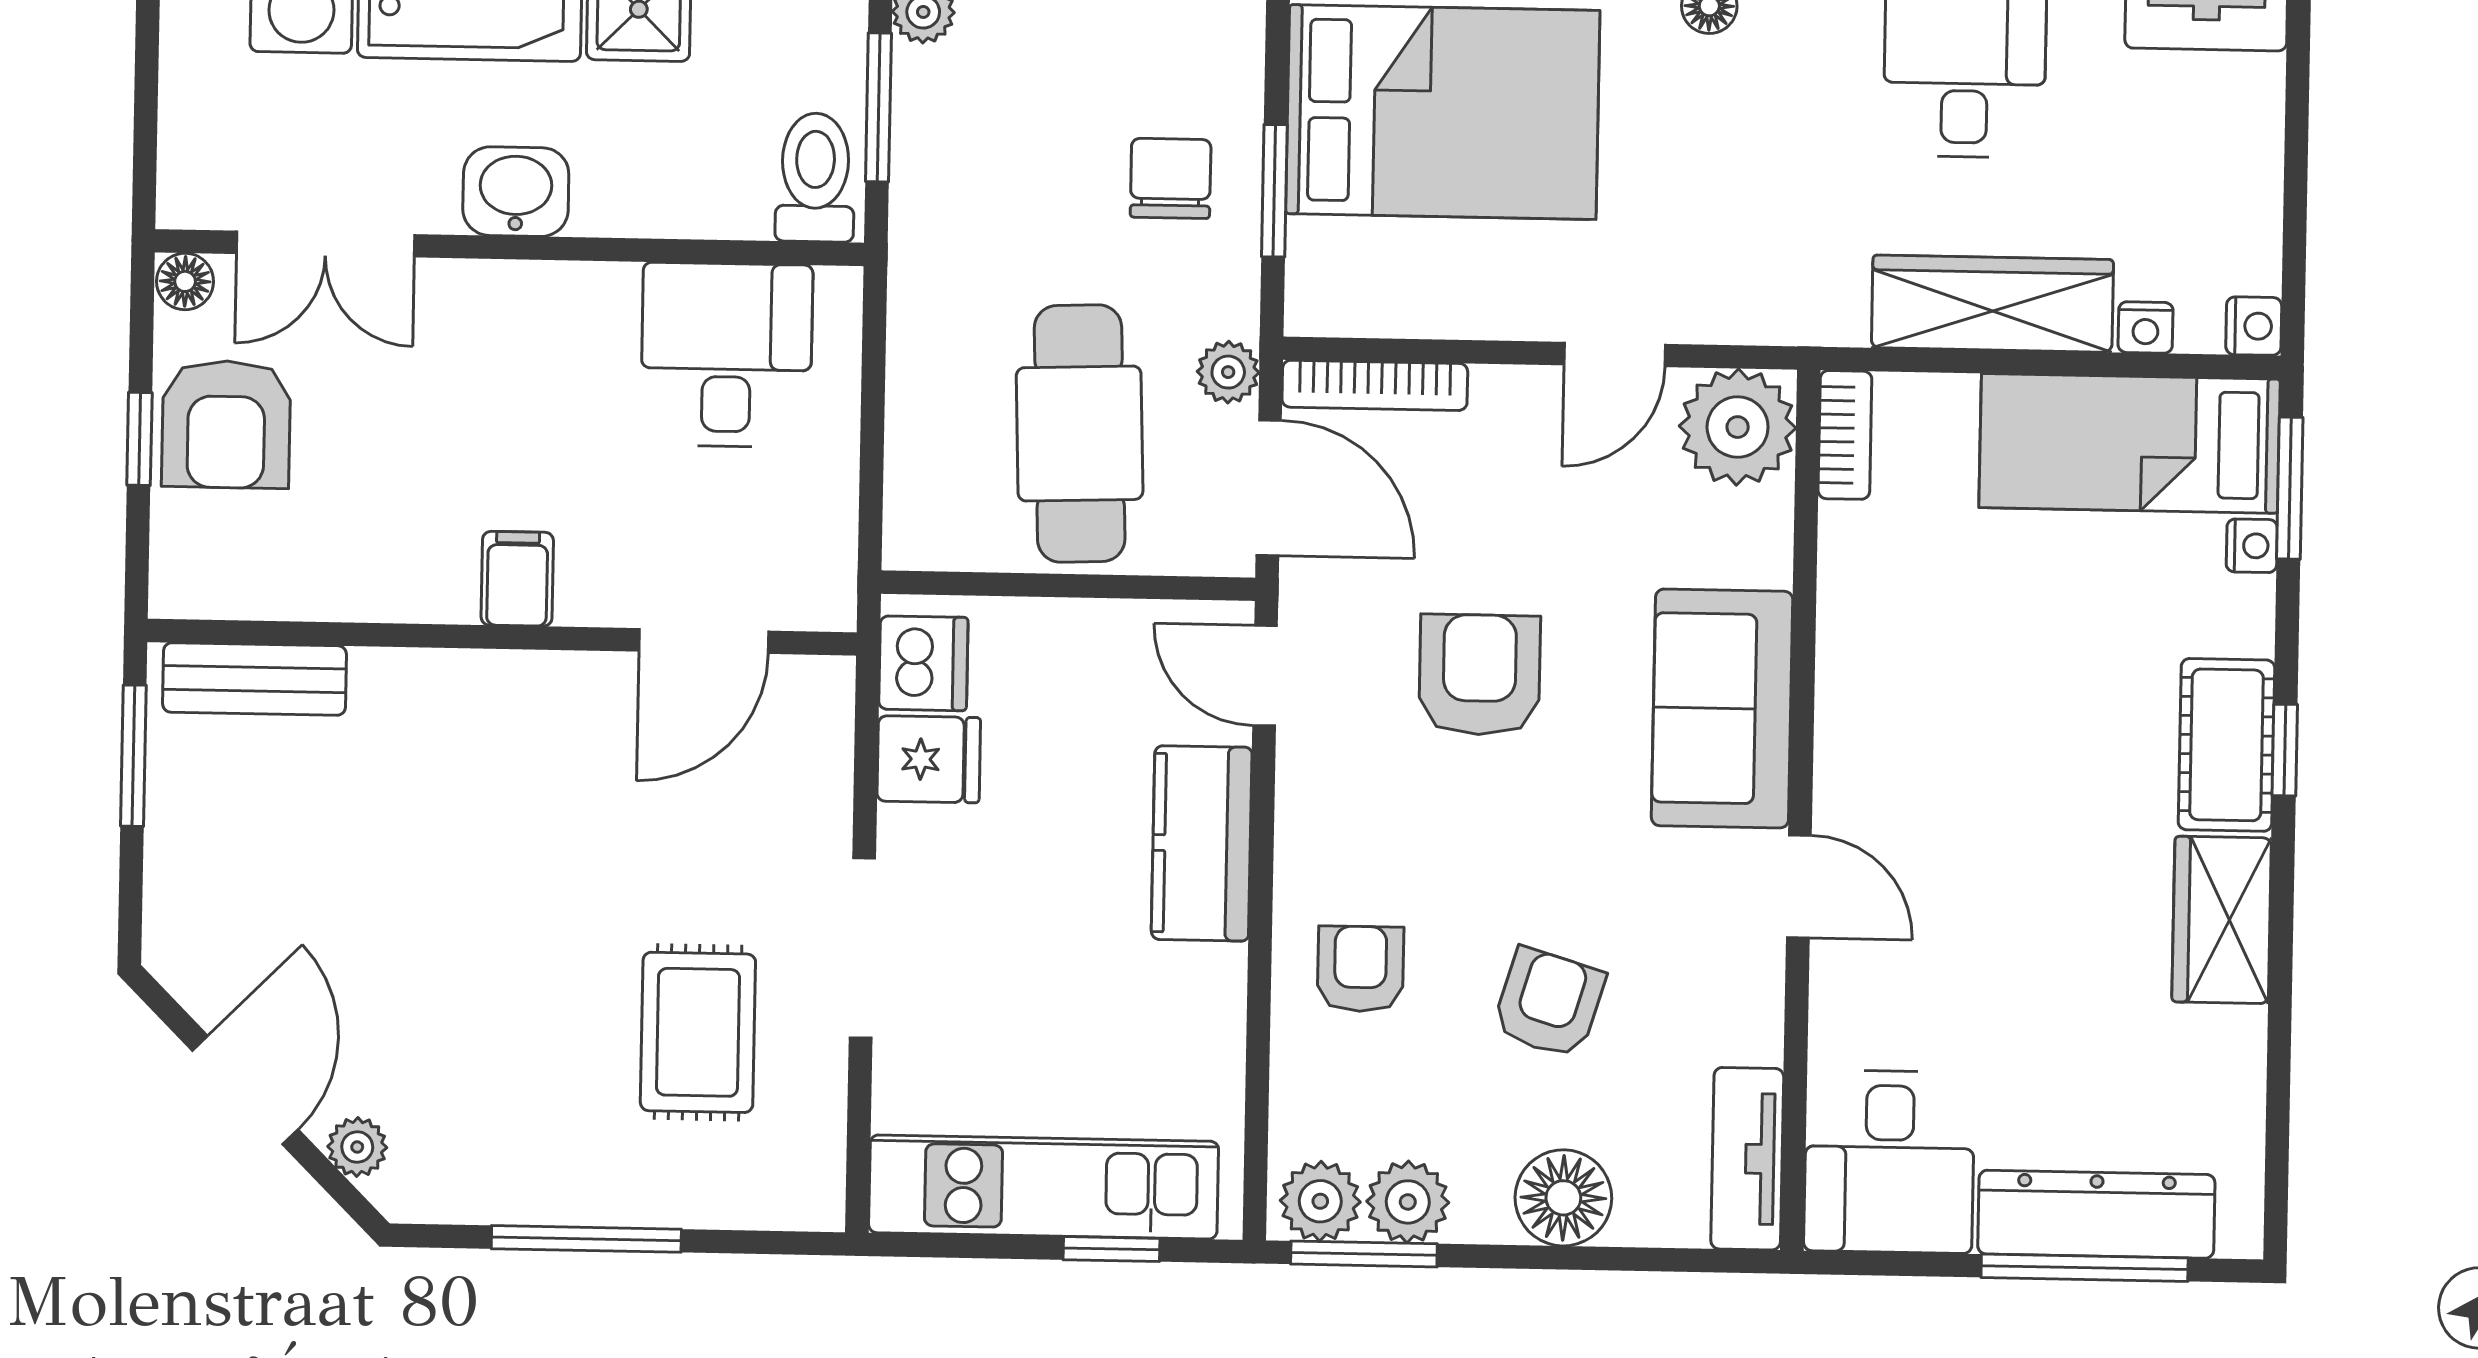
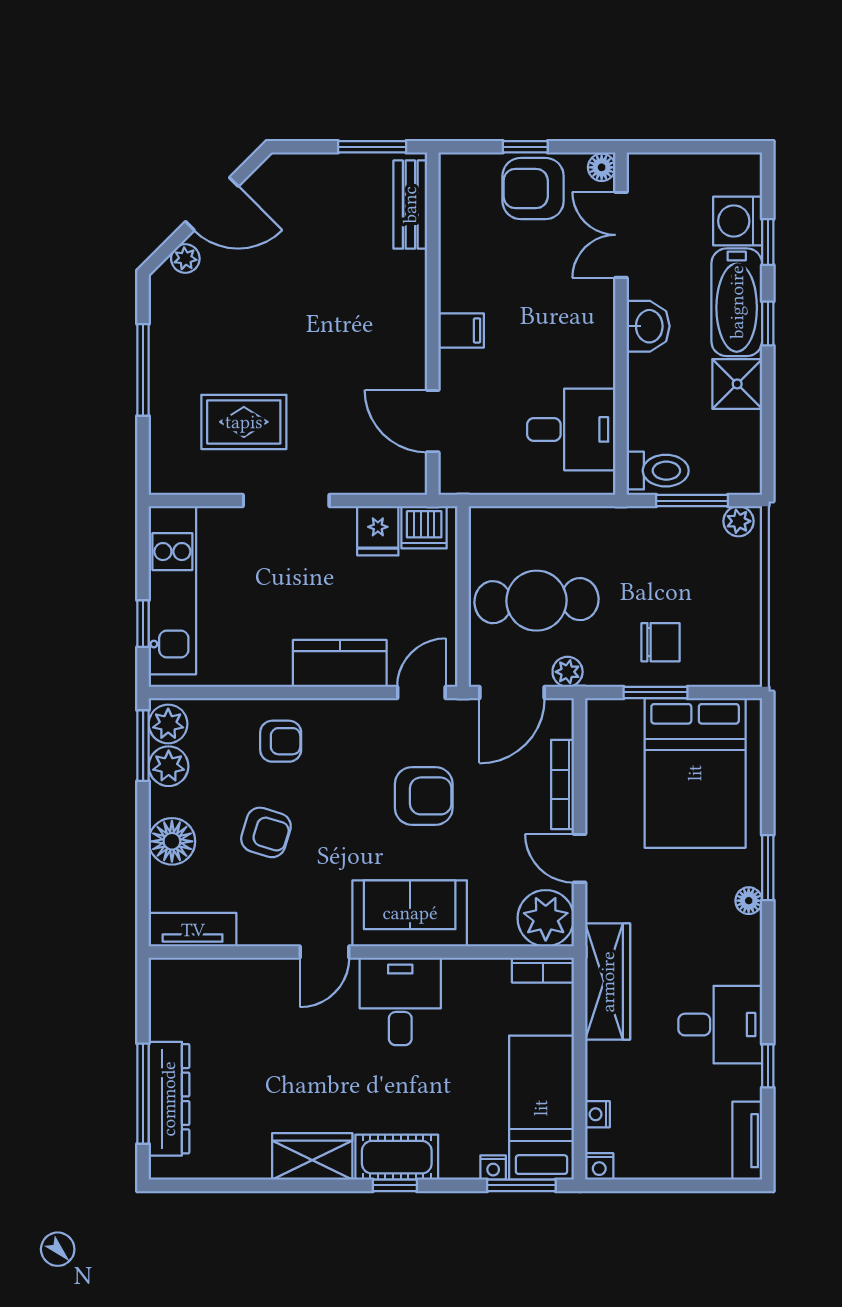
wardrobe: (1992, 304) -> (608, 982), moved
bookcase: (1375, 385) -> (562, 784), moved
desk: (1889, 1162) -> (400, 1001), moved, turned 90

